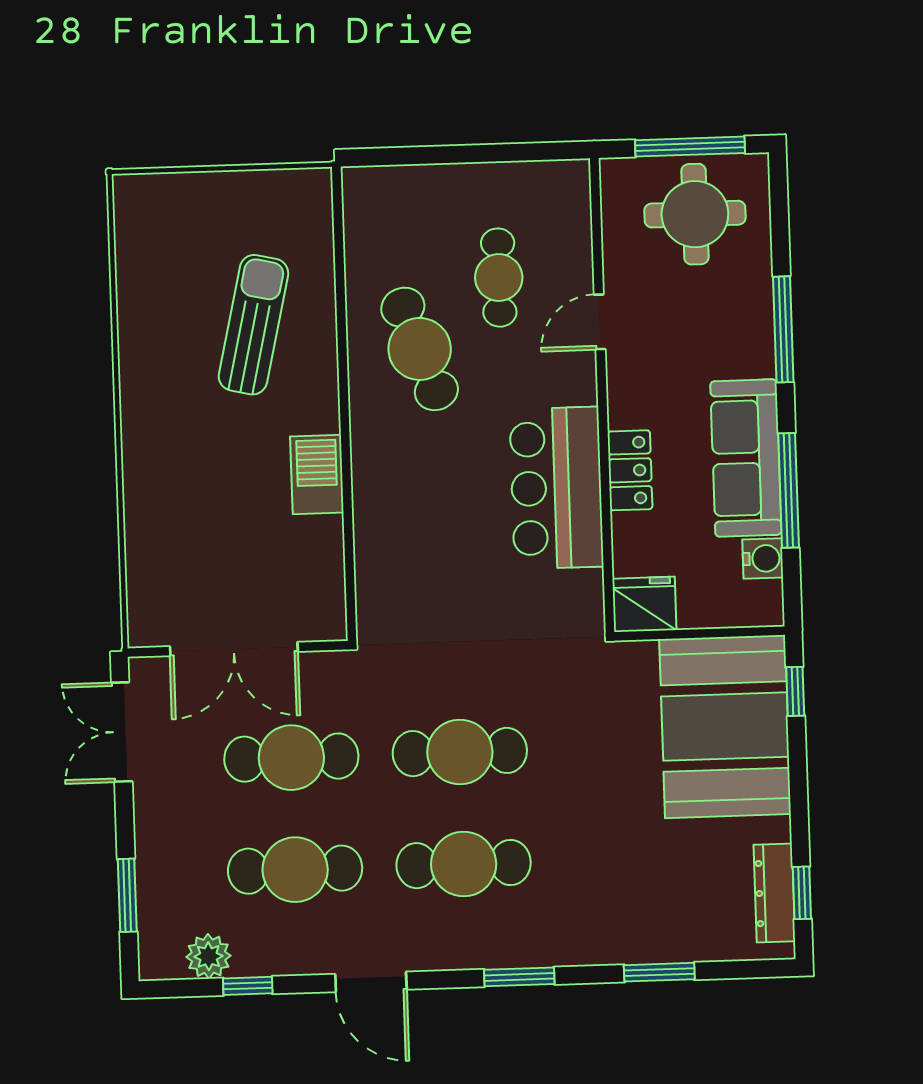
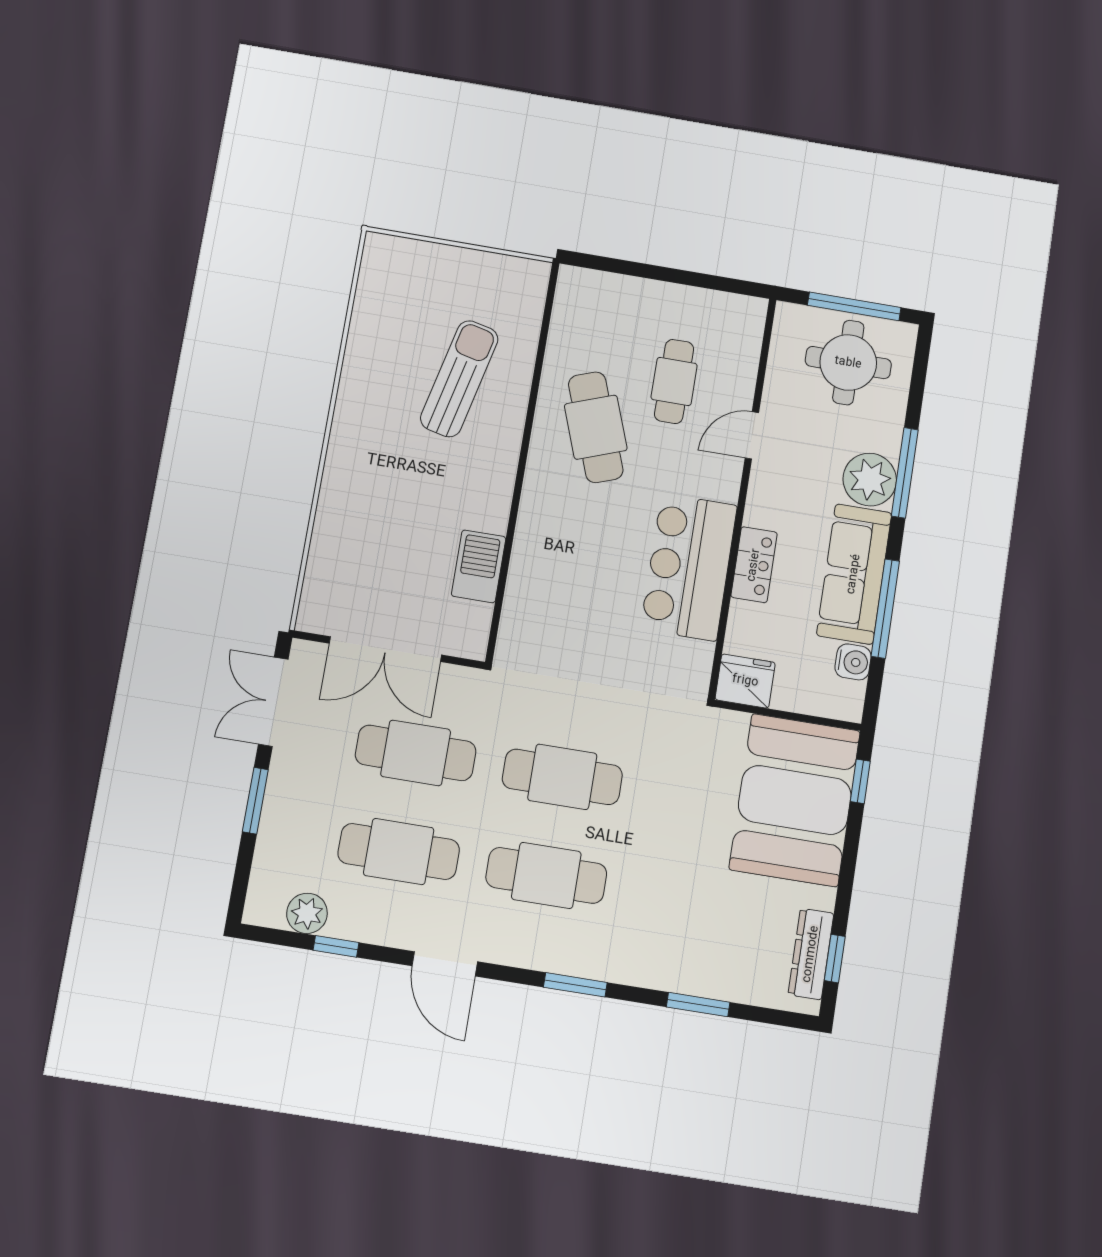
plant: (744, 346) -> (870, 480), added
barbecue: (317, 474) -> (479, 566), moved
window: (127, 895) -> (255, 801), moved

